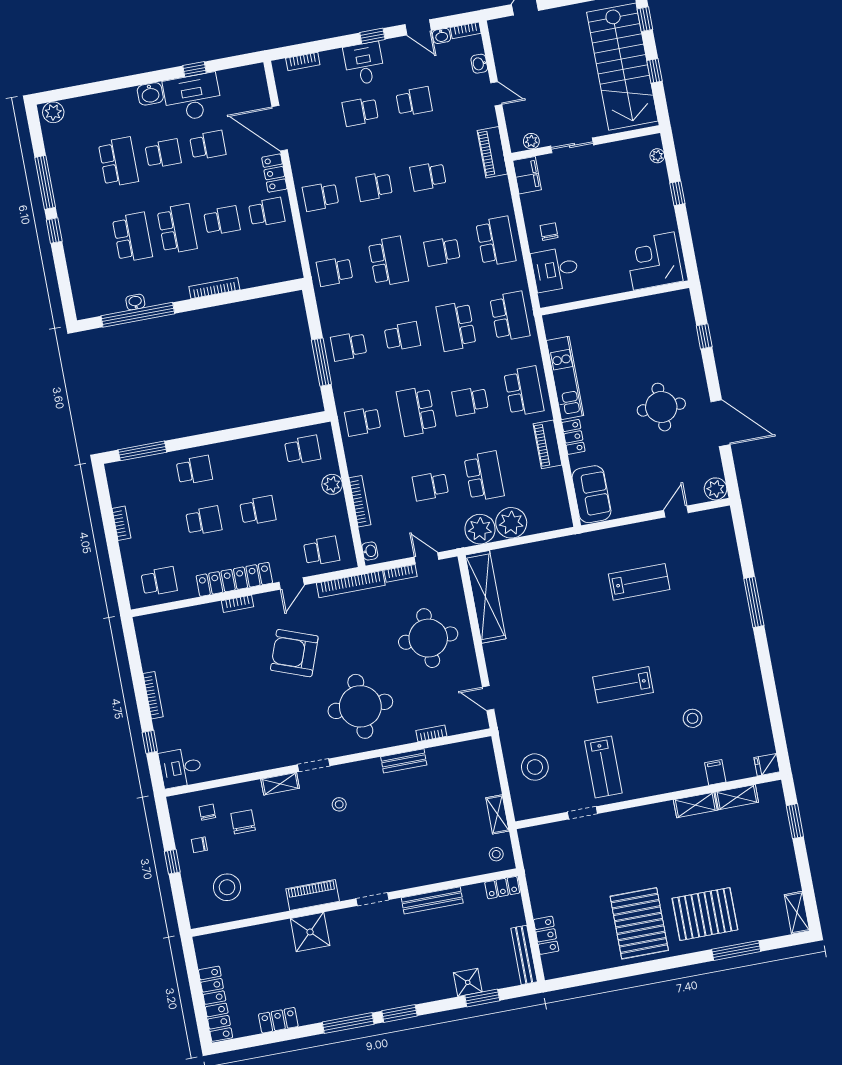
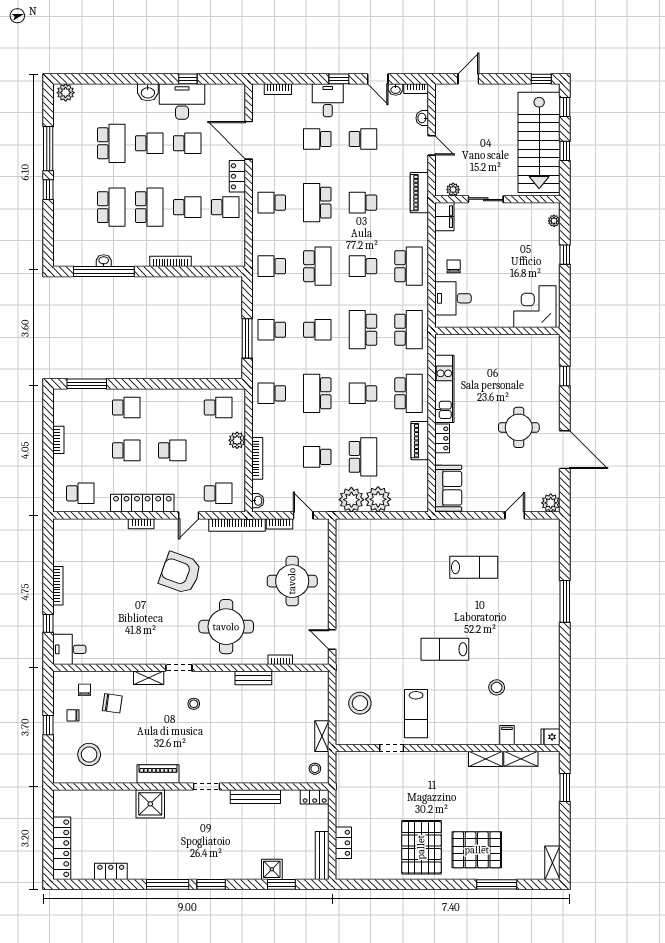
school desk: (374, 186) -> (317, 203), width x1.85
shelving: (486, 597) -> (346, 556), removed
chair: (243, 822) -> (112, 703), turned 98

